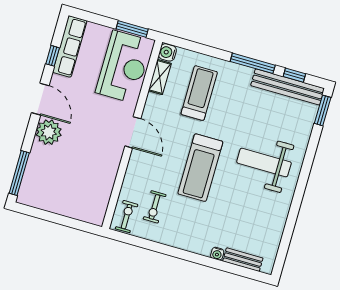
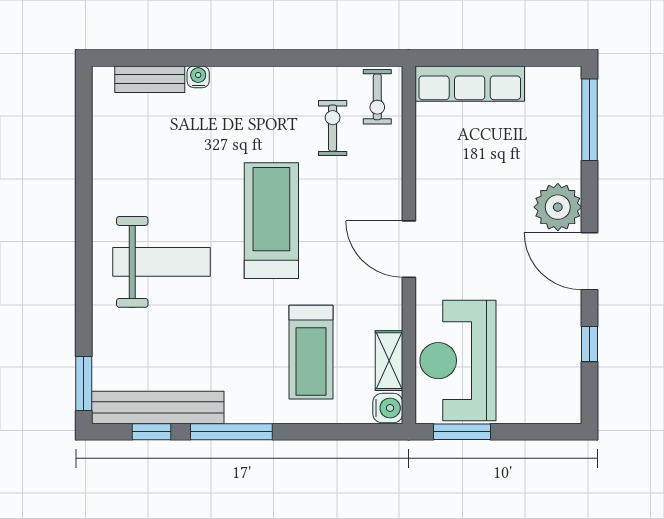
row of seats: (70, 46) -> (470, 84), moved, turned -90

